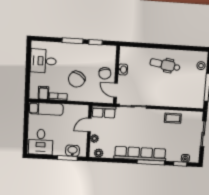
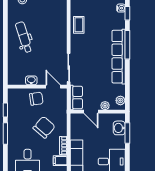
dental chair: (165, 65) -> (24, 37), turned 153
chair: (77, 79) -> (44, 127), turned -80
door: (116, 90) -> (53, 87), swing flipped

